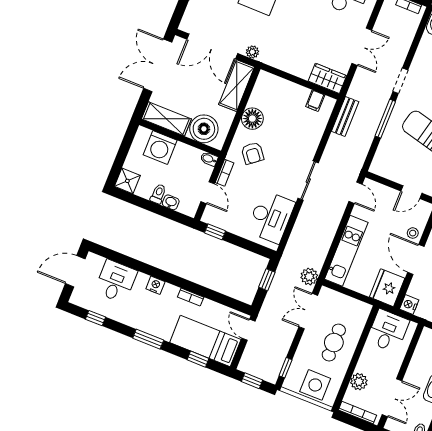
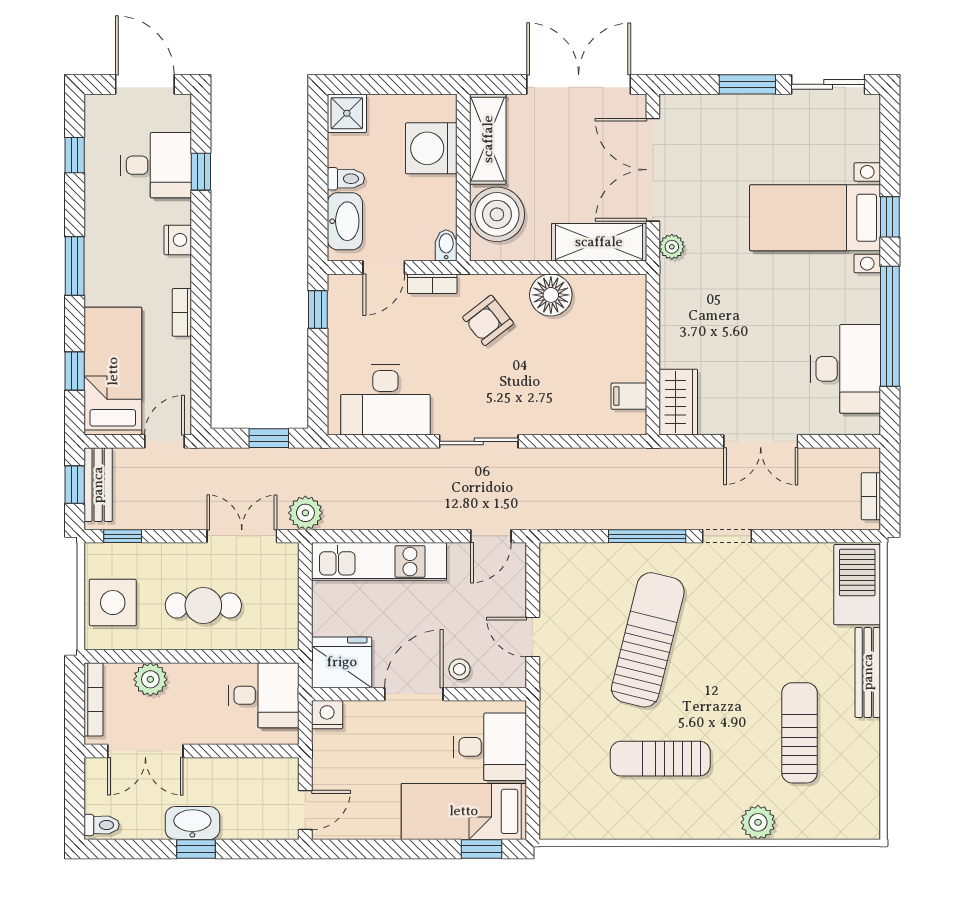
bench: (345, 116) -> (98, 485), moved, turned 90
washbasin: (171, 202) -> (345, 221), width x1.91, depth x1.45
window: (127, 261) -> (201, 172), added

